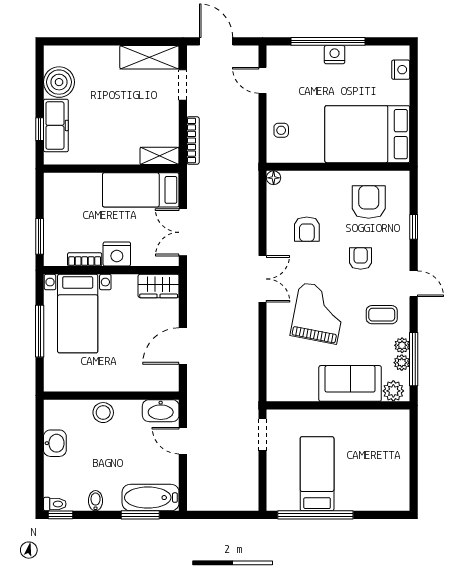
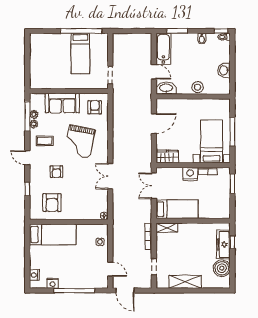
door: (216, 41) -> (125, 291), moved
nightstand: (335, 55) -> (53, 283), moved
shelving: (149, 57) -> (185, 282), moved
bed: (367, 134) -> (53, 234), width x0.67
armchair: (307, 229) -> (95, 107), moved
double door: (183, 232) -> (154, 186), swing flipped
double door: (262, 279) -> (110, 176), moved
plant: (393, 391) -> (39, 99), removed
bathtub: (151, 498) -> (163, 49), moved, turned -90

